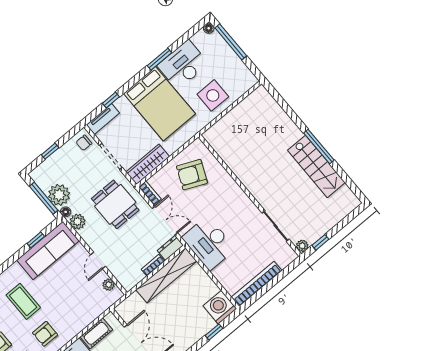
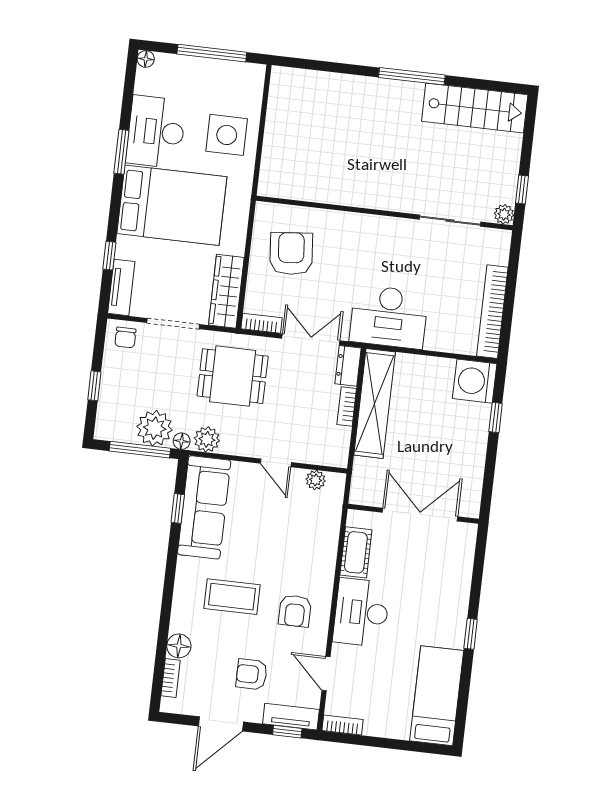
window: (231, 42) -> (212, 53), moved
stairs: (316, 166) -> (475, 108), moved
armchair: (192, 175) -> (291, 254), turned 151

